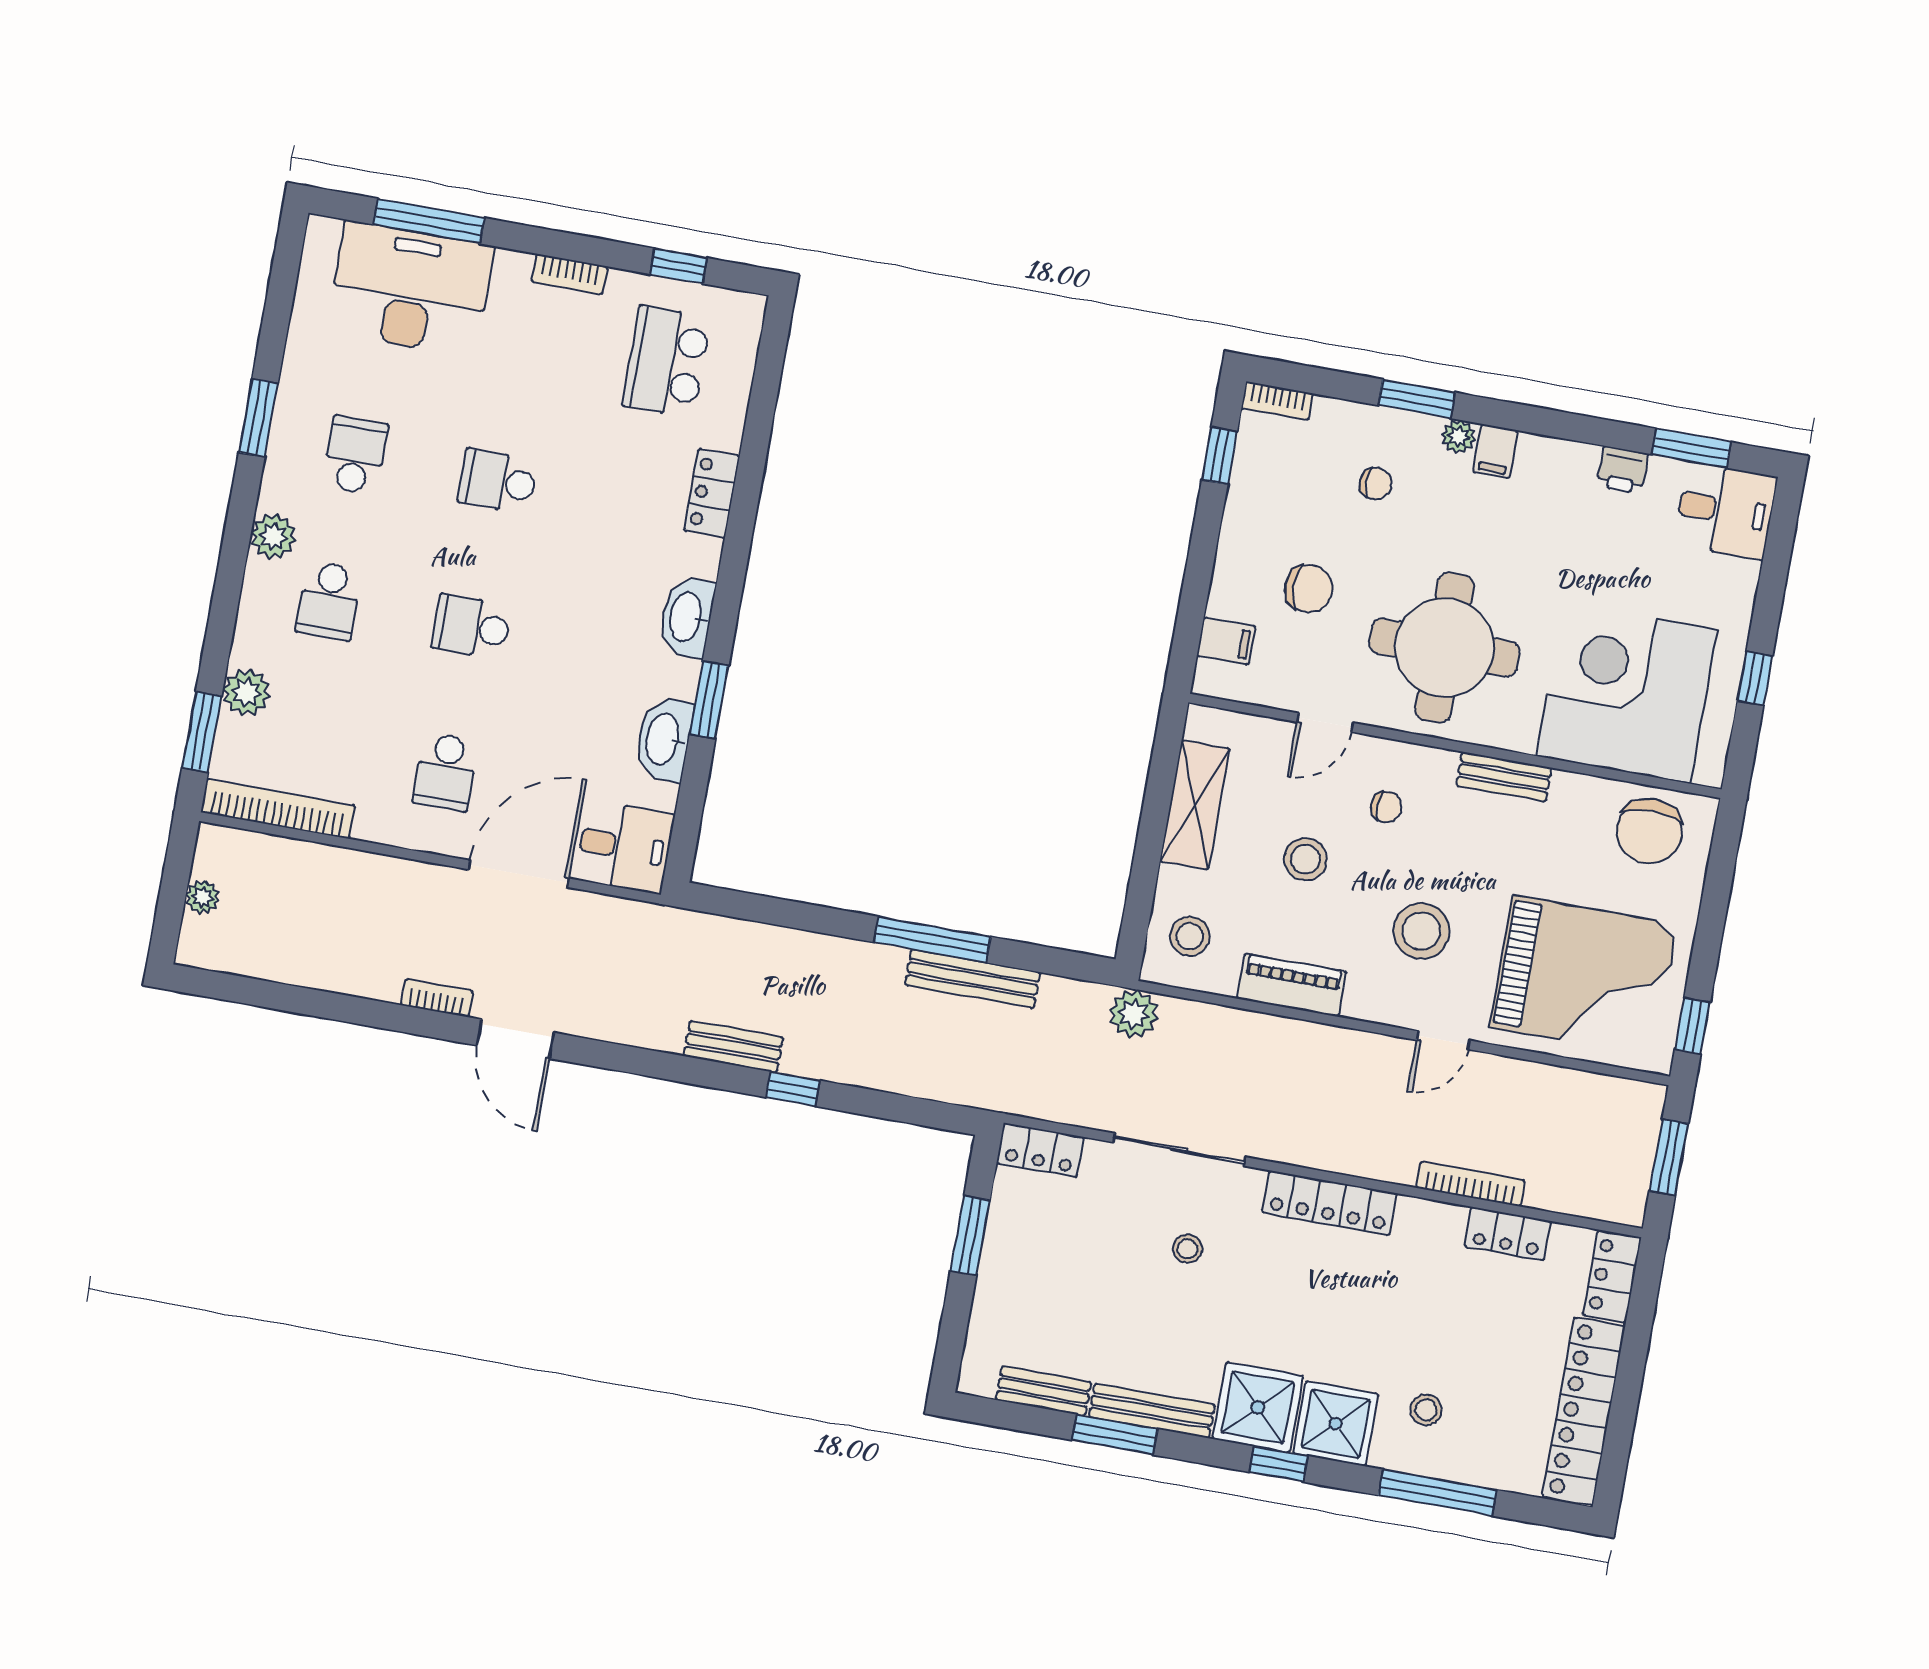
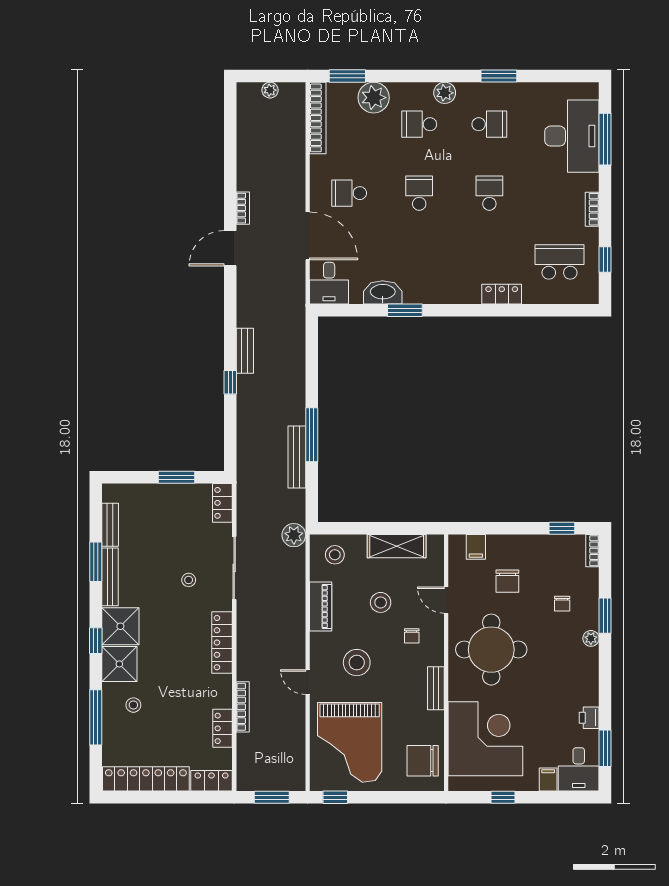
filing cabinet: (1495, 451) -> (548, 779), moved, turned 90
washbasin: (687, 617) -> (442, 293), removed
plant: (246, 692) -> (374, 98), width x1.36, depth x1.36

